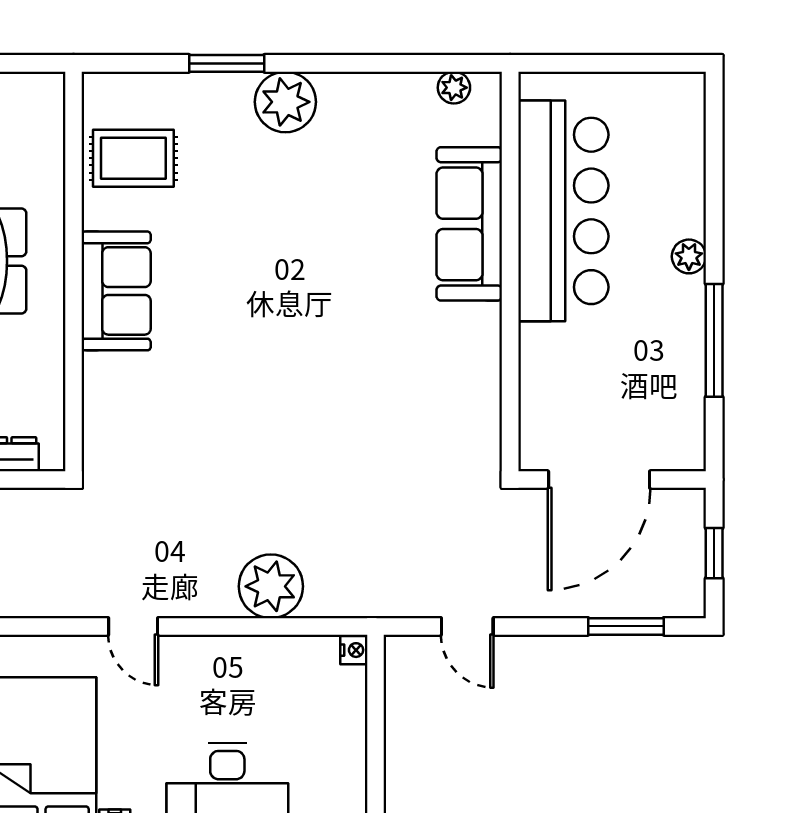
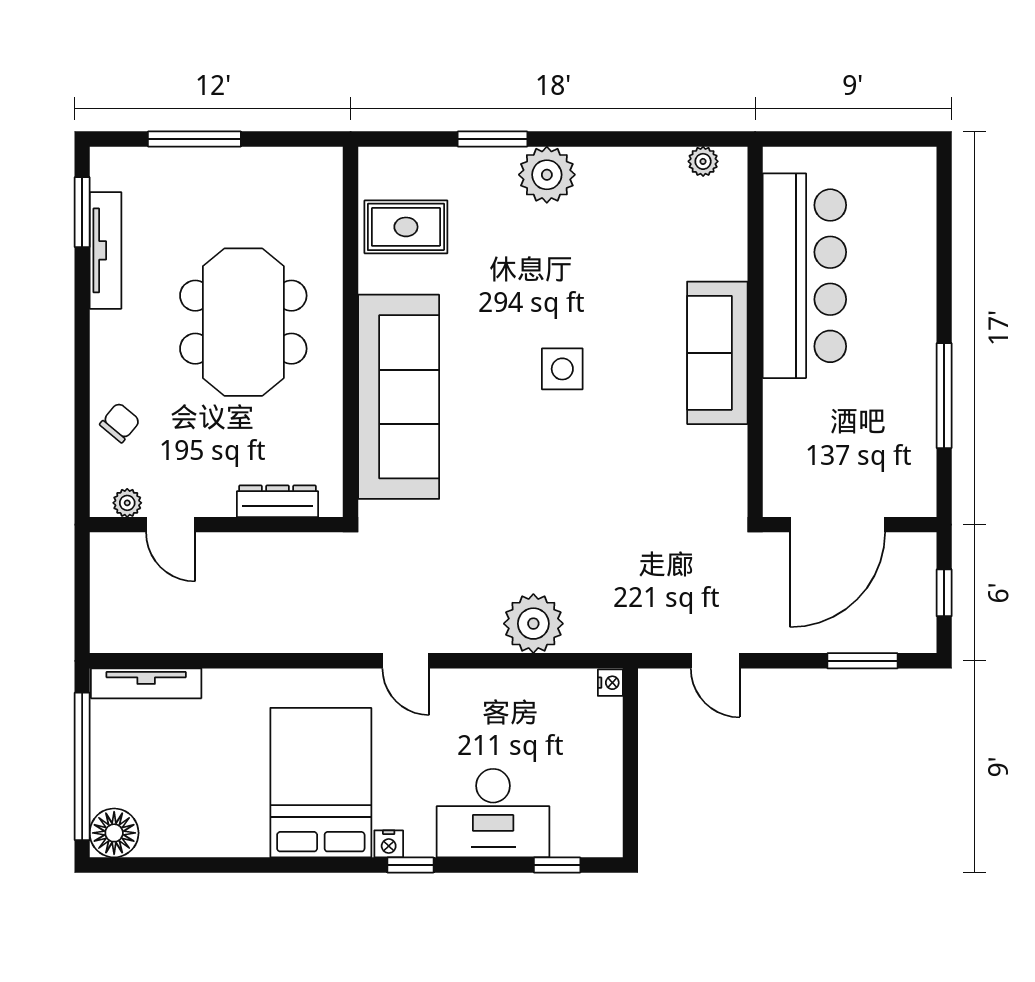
sofa: (469, 224) -> (717, 353), moved
plant: (689, 256) -> (921, 318), removed
sofa: (116, 291) -> (399, 397), width x1.85, depth x1.27
side table: (302, 311) -> (562, 369), added

